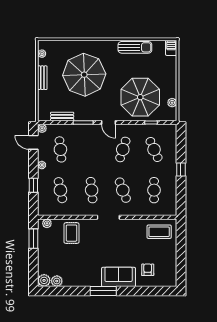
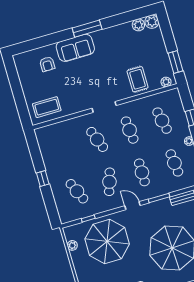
cafe table: (154, 190) -> (142, 172), moved

